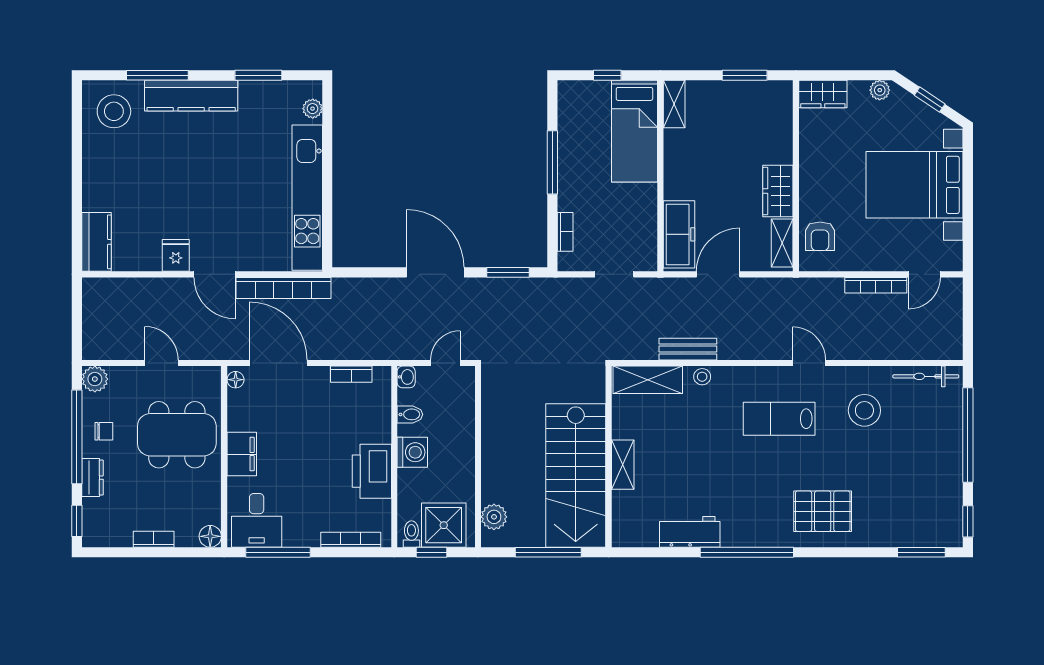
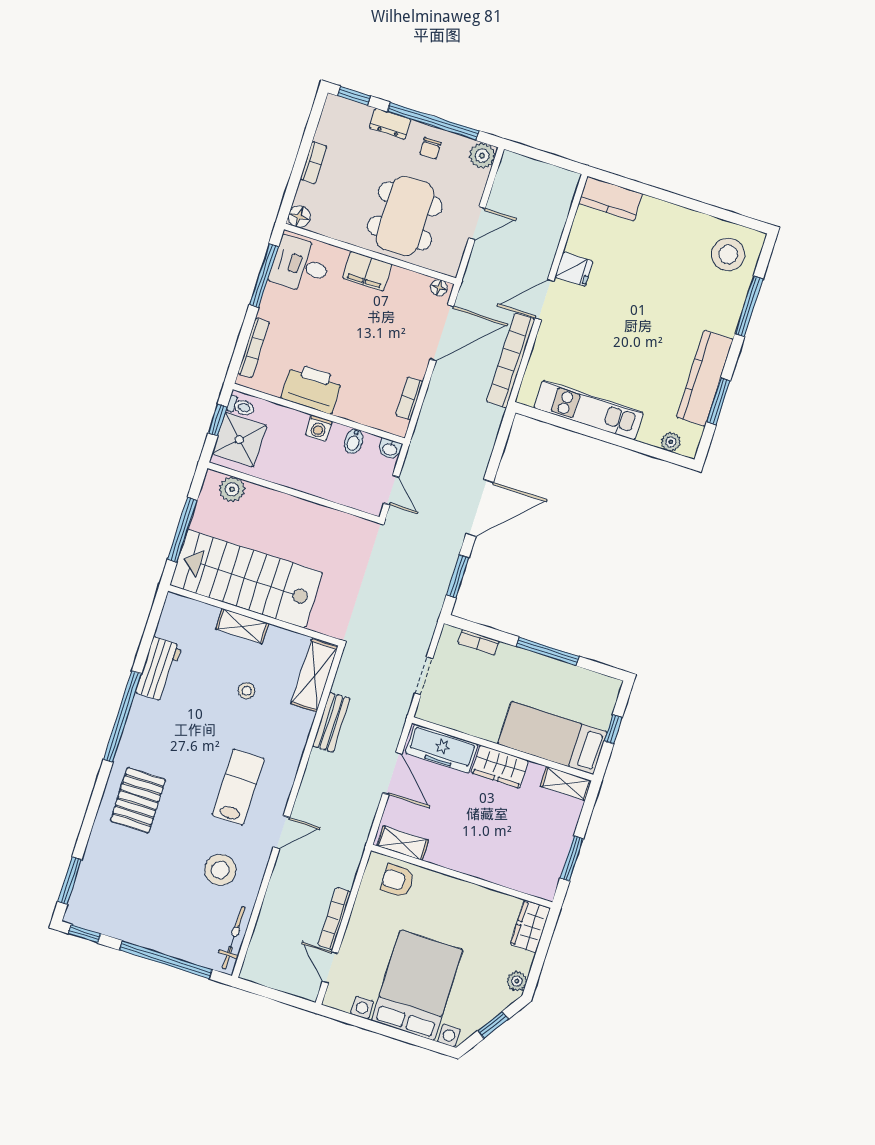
kitchen counter: (191, 96) -> (705, 378), moved
wardrobe: (778, 191) -> (500, 767), moved, turned 180
kitchen unit: (307, 198) -> (589, 410), width x0.73
stool: (702, 377) -> (247, 691), moved
washing machine: (412, 452) -> (319, 428), width x0.73, depth x0.73

